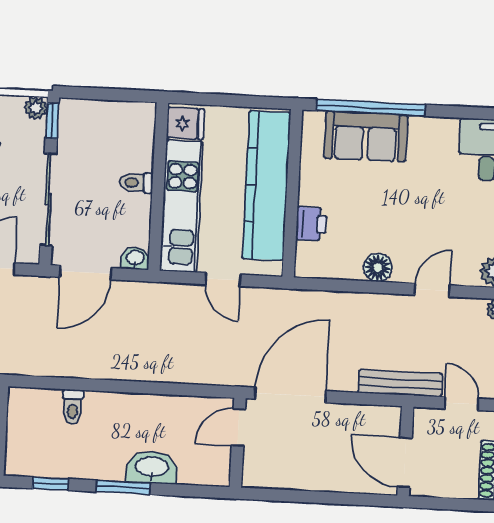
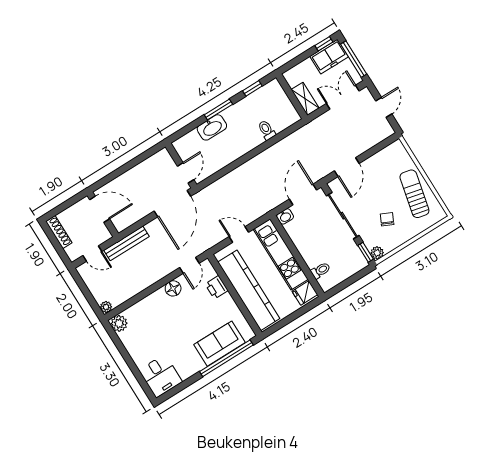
toilet: (136, 183) -> (321, 270), moved
door: (432, 290) -> (189, 265), moved

